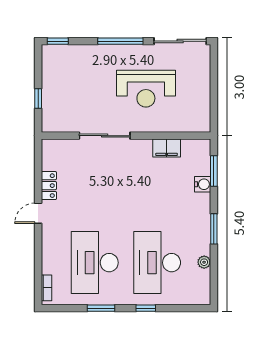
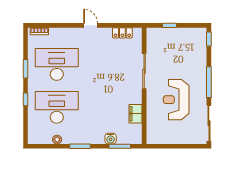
locker: (49, 186) -> (122, 33), moved

